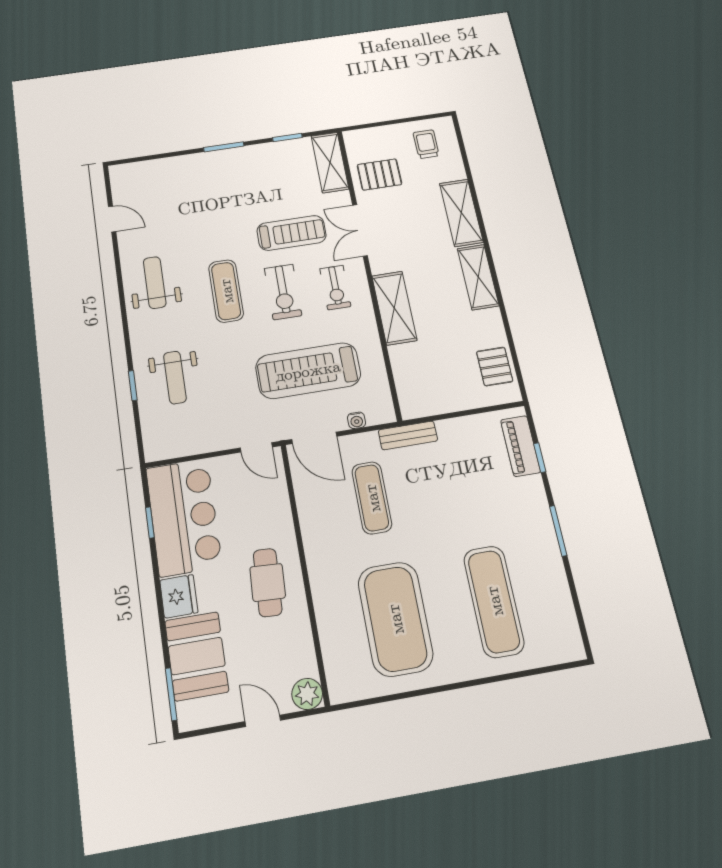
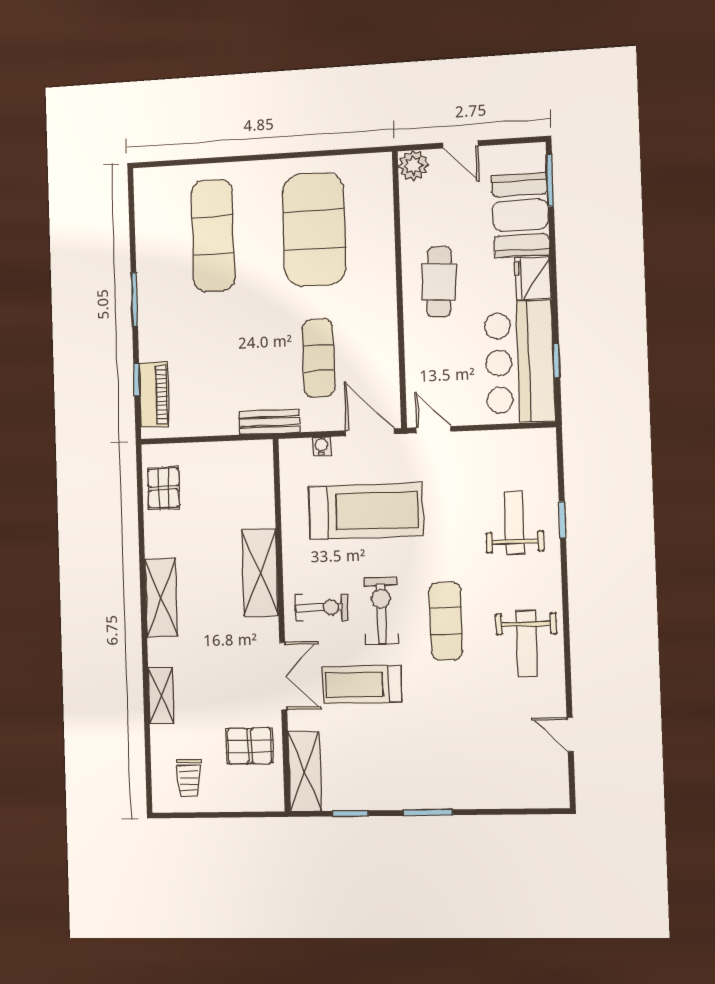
shelving: (461, 213) -> (161, 695), width x0.67, depth x0.75
exercise bike: (335, 287) -> (322, 607), turned 90

